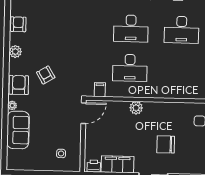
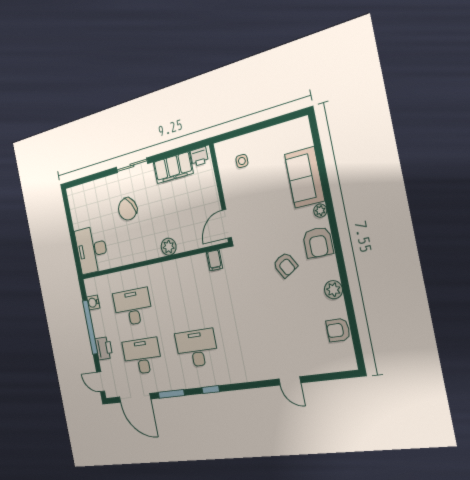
armchair: (18, 24) -> (338, 330), turned 90
desk: (130, 68) -> (133, 307), moved
chair: (166, 144) -> (128, 209), turned 148

